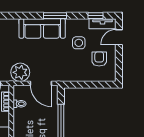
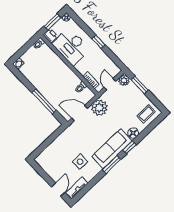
window: (96, 16) -> (129, 147), moved
floor lamp: (12, 25) -> (133, 133), added
armchair: (99, 59) -> (57, 164), removed

